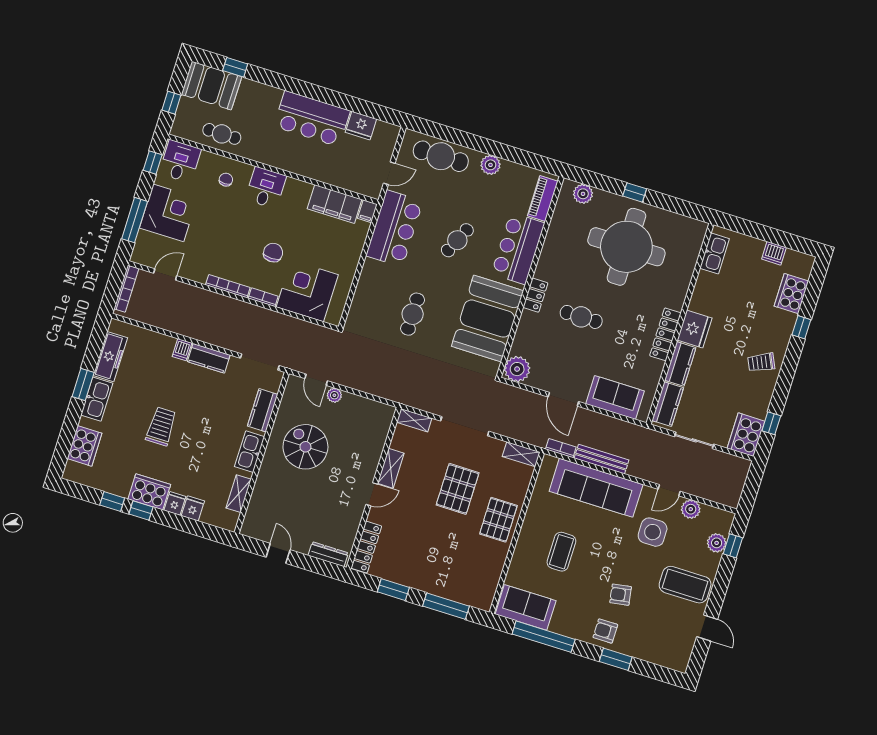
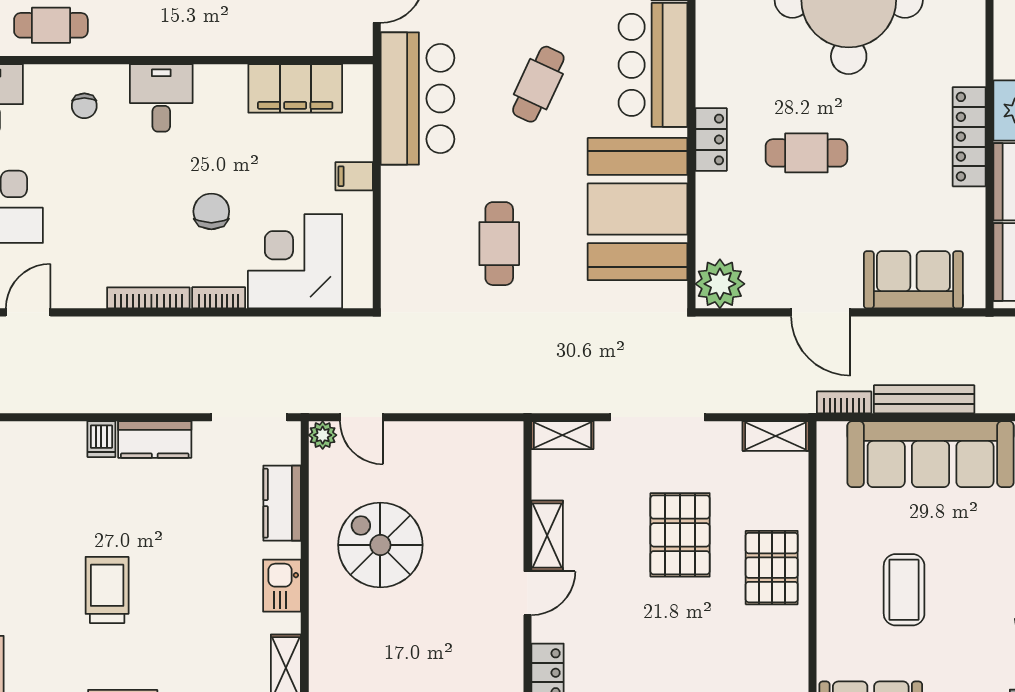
chair: (226, 180) -> (84, 106), turned 180
filing cabinet: (367, 211) -> (354, 176), moved, turned 90
plant: (334, 395) -> (323, 435), moved
kitchen sink: (250, 452) -> (282, 586), width x0.73

